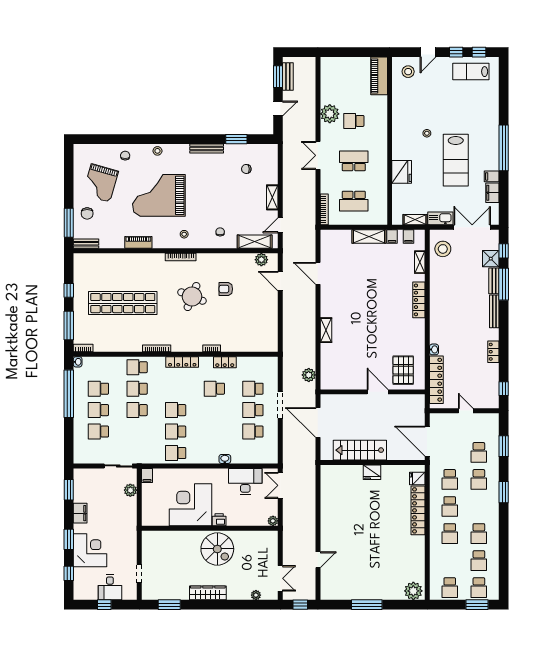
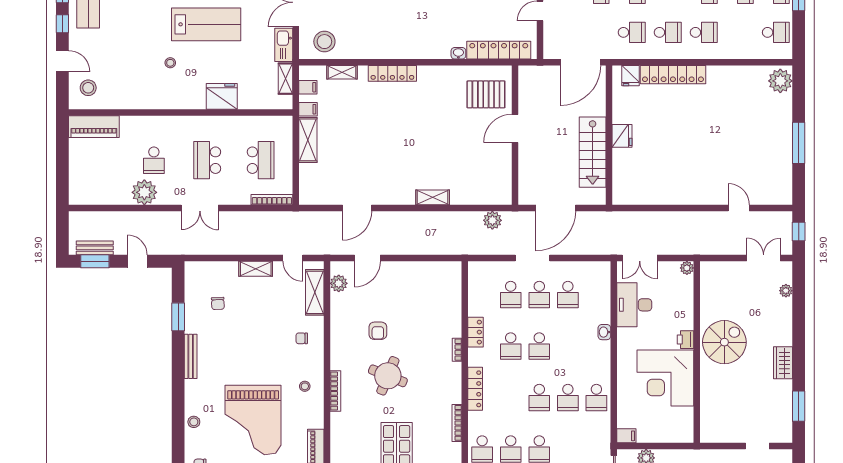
school desk: (214, 410) -> (539, 346), added
wardrobe: (208, 593) -> (783, 363), width x0.67

